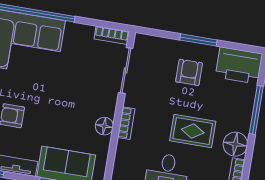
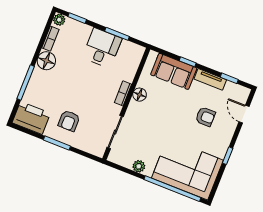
plant: (85, 32) -> (139, 166), added
bookcase: (112, 35) -> (120, 160), removed
rug: (193, 131) -> (76, 77), removed

